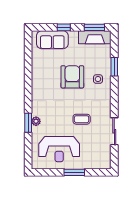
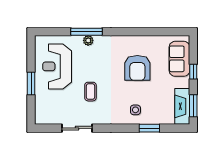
armchair: (72, 77) -> (137, 68), moved, turned 90
window: (28, 123) -> (87, 32), width x1.44

